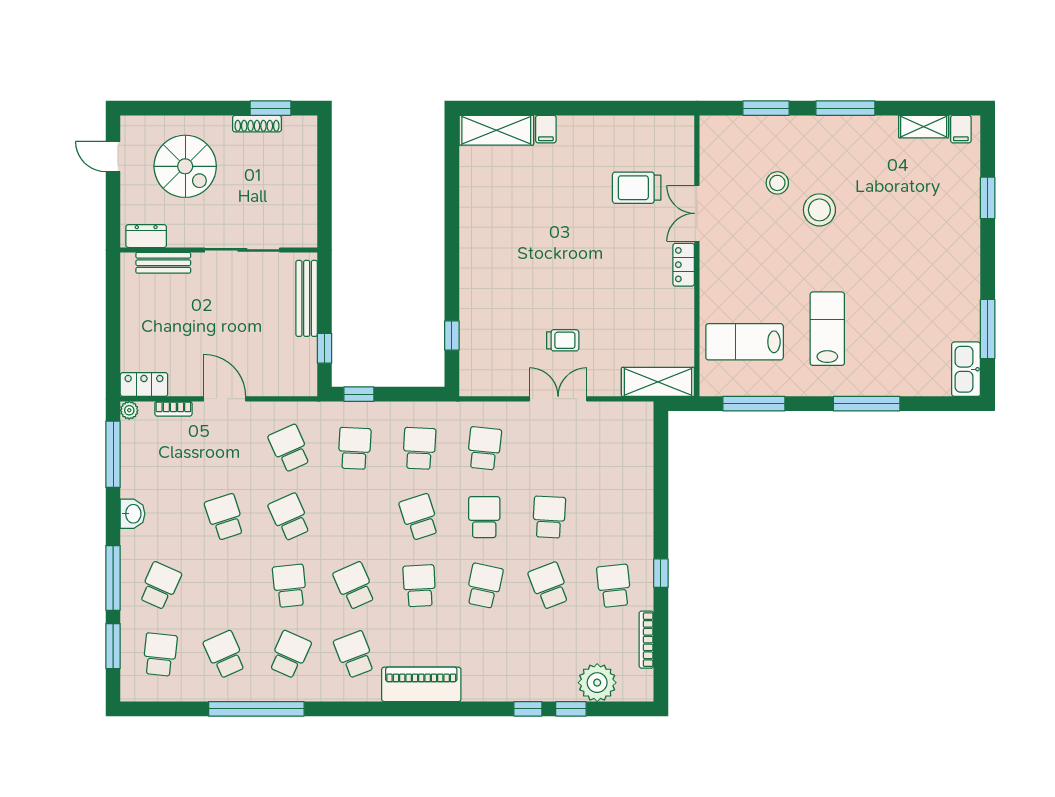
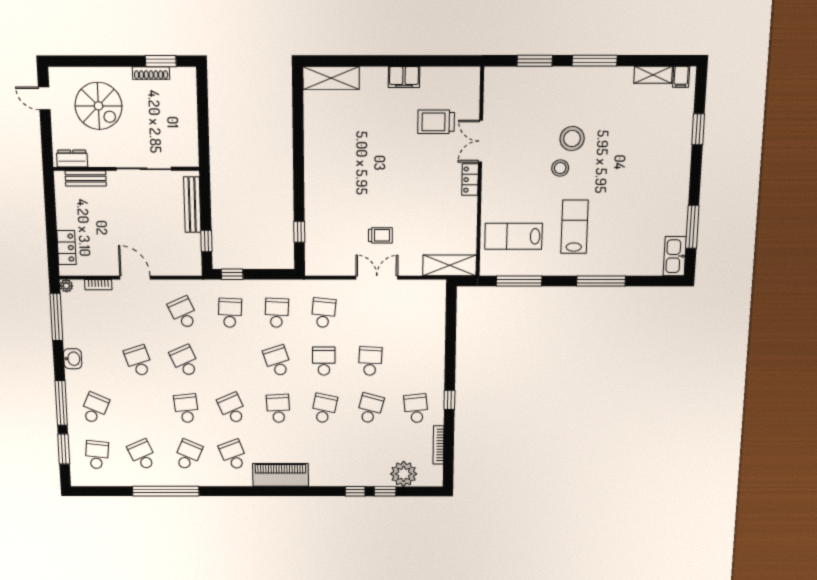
filing cabinet: (546, 129) -> (404, 77), moved, width x2.00
stool: (777, 183) -> (560, 168), moved
locker: (144, 384) -> (66, 248), moved, turned 90
school desk: (549, 586) -> (370, 408), turned 36

